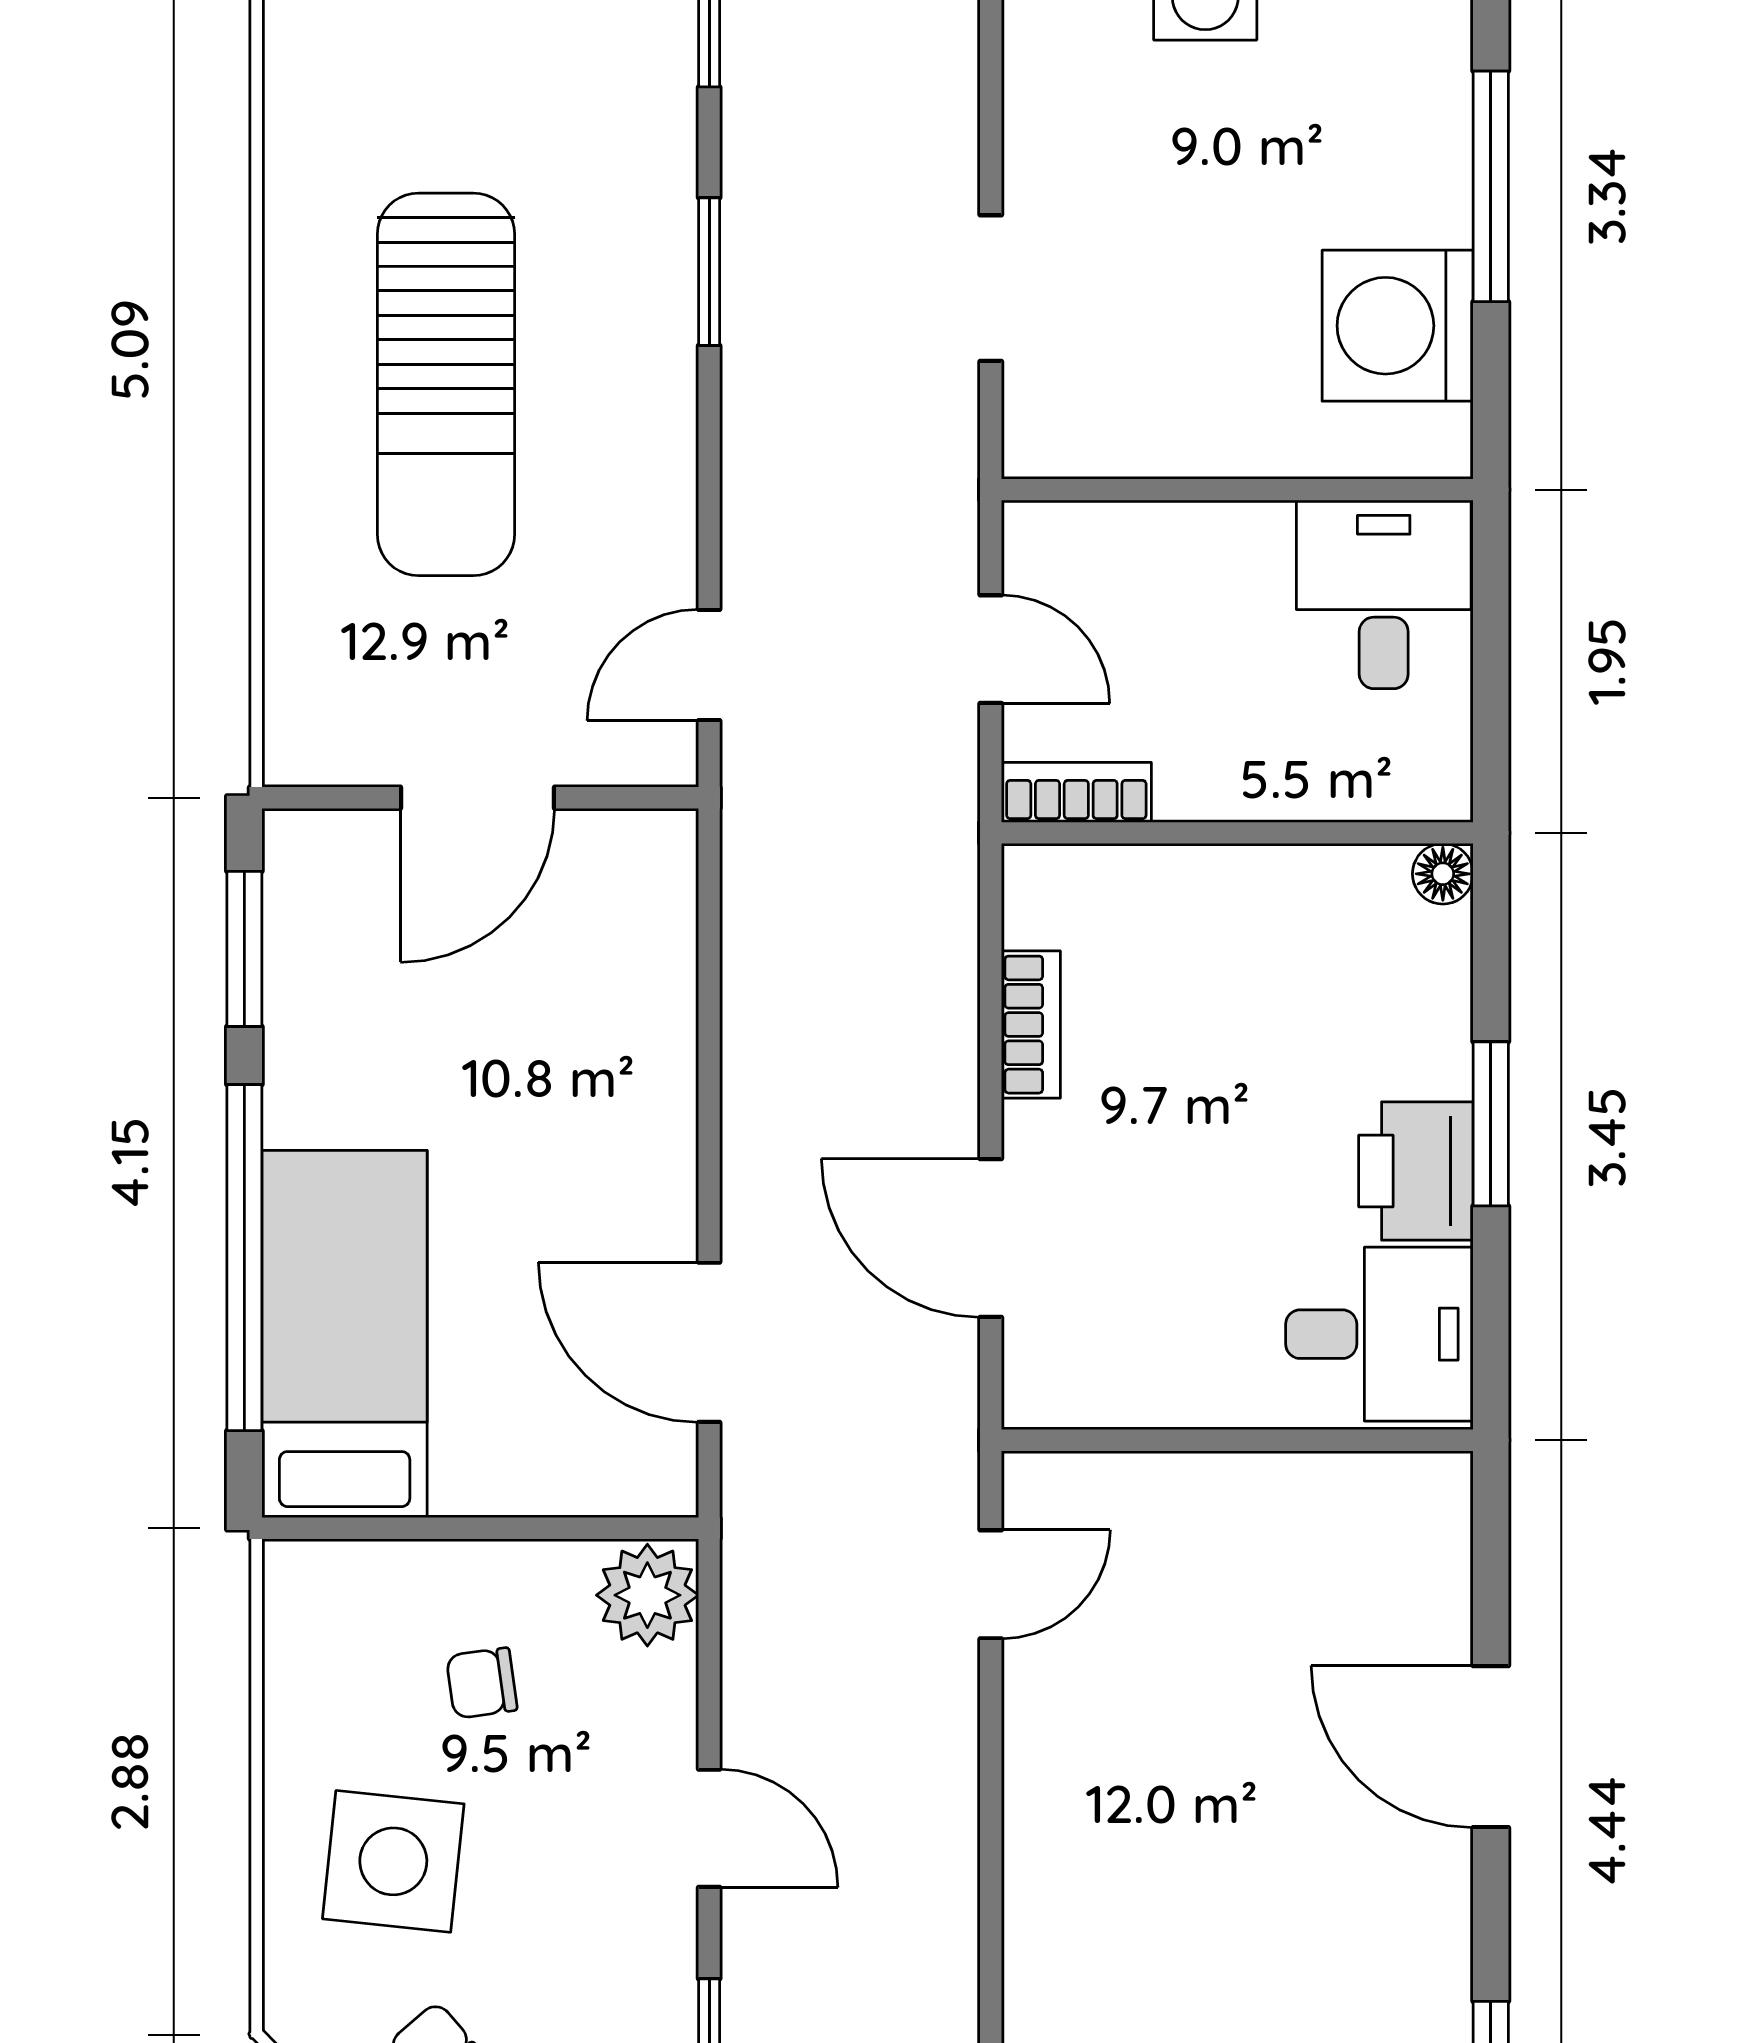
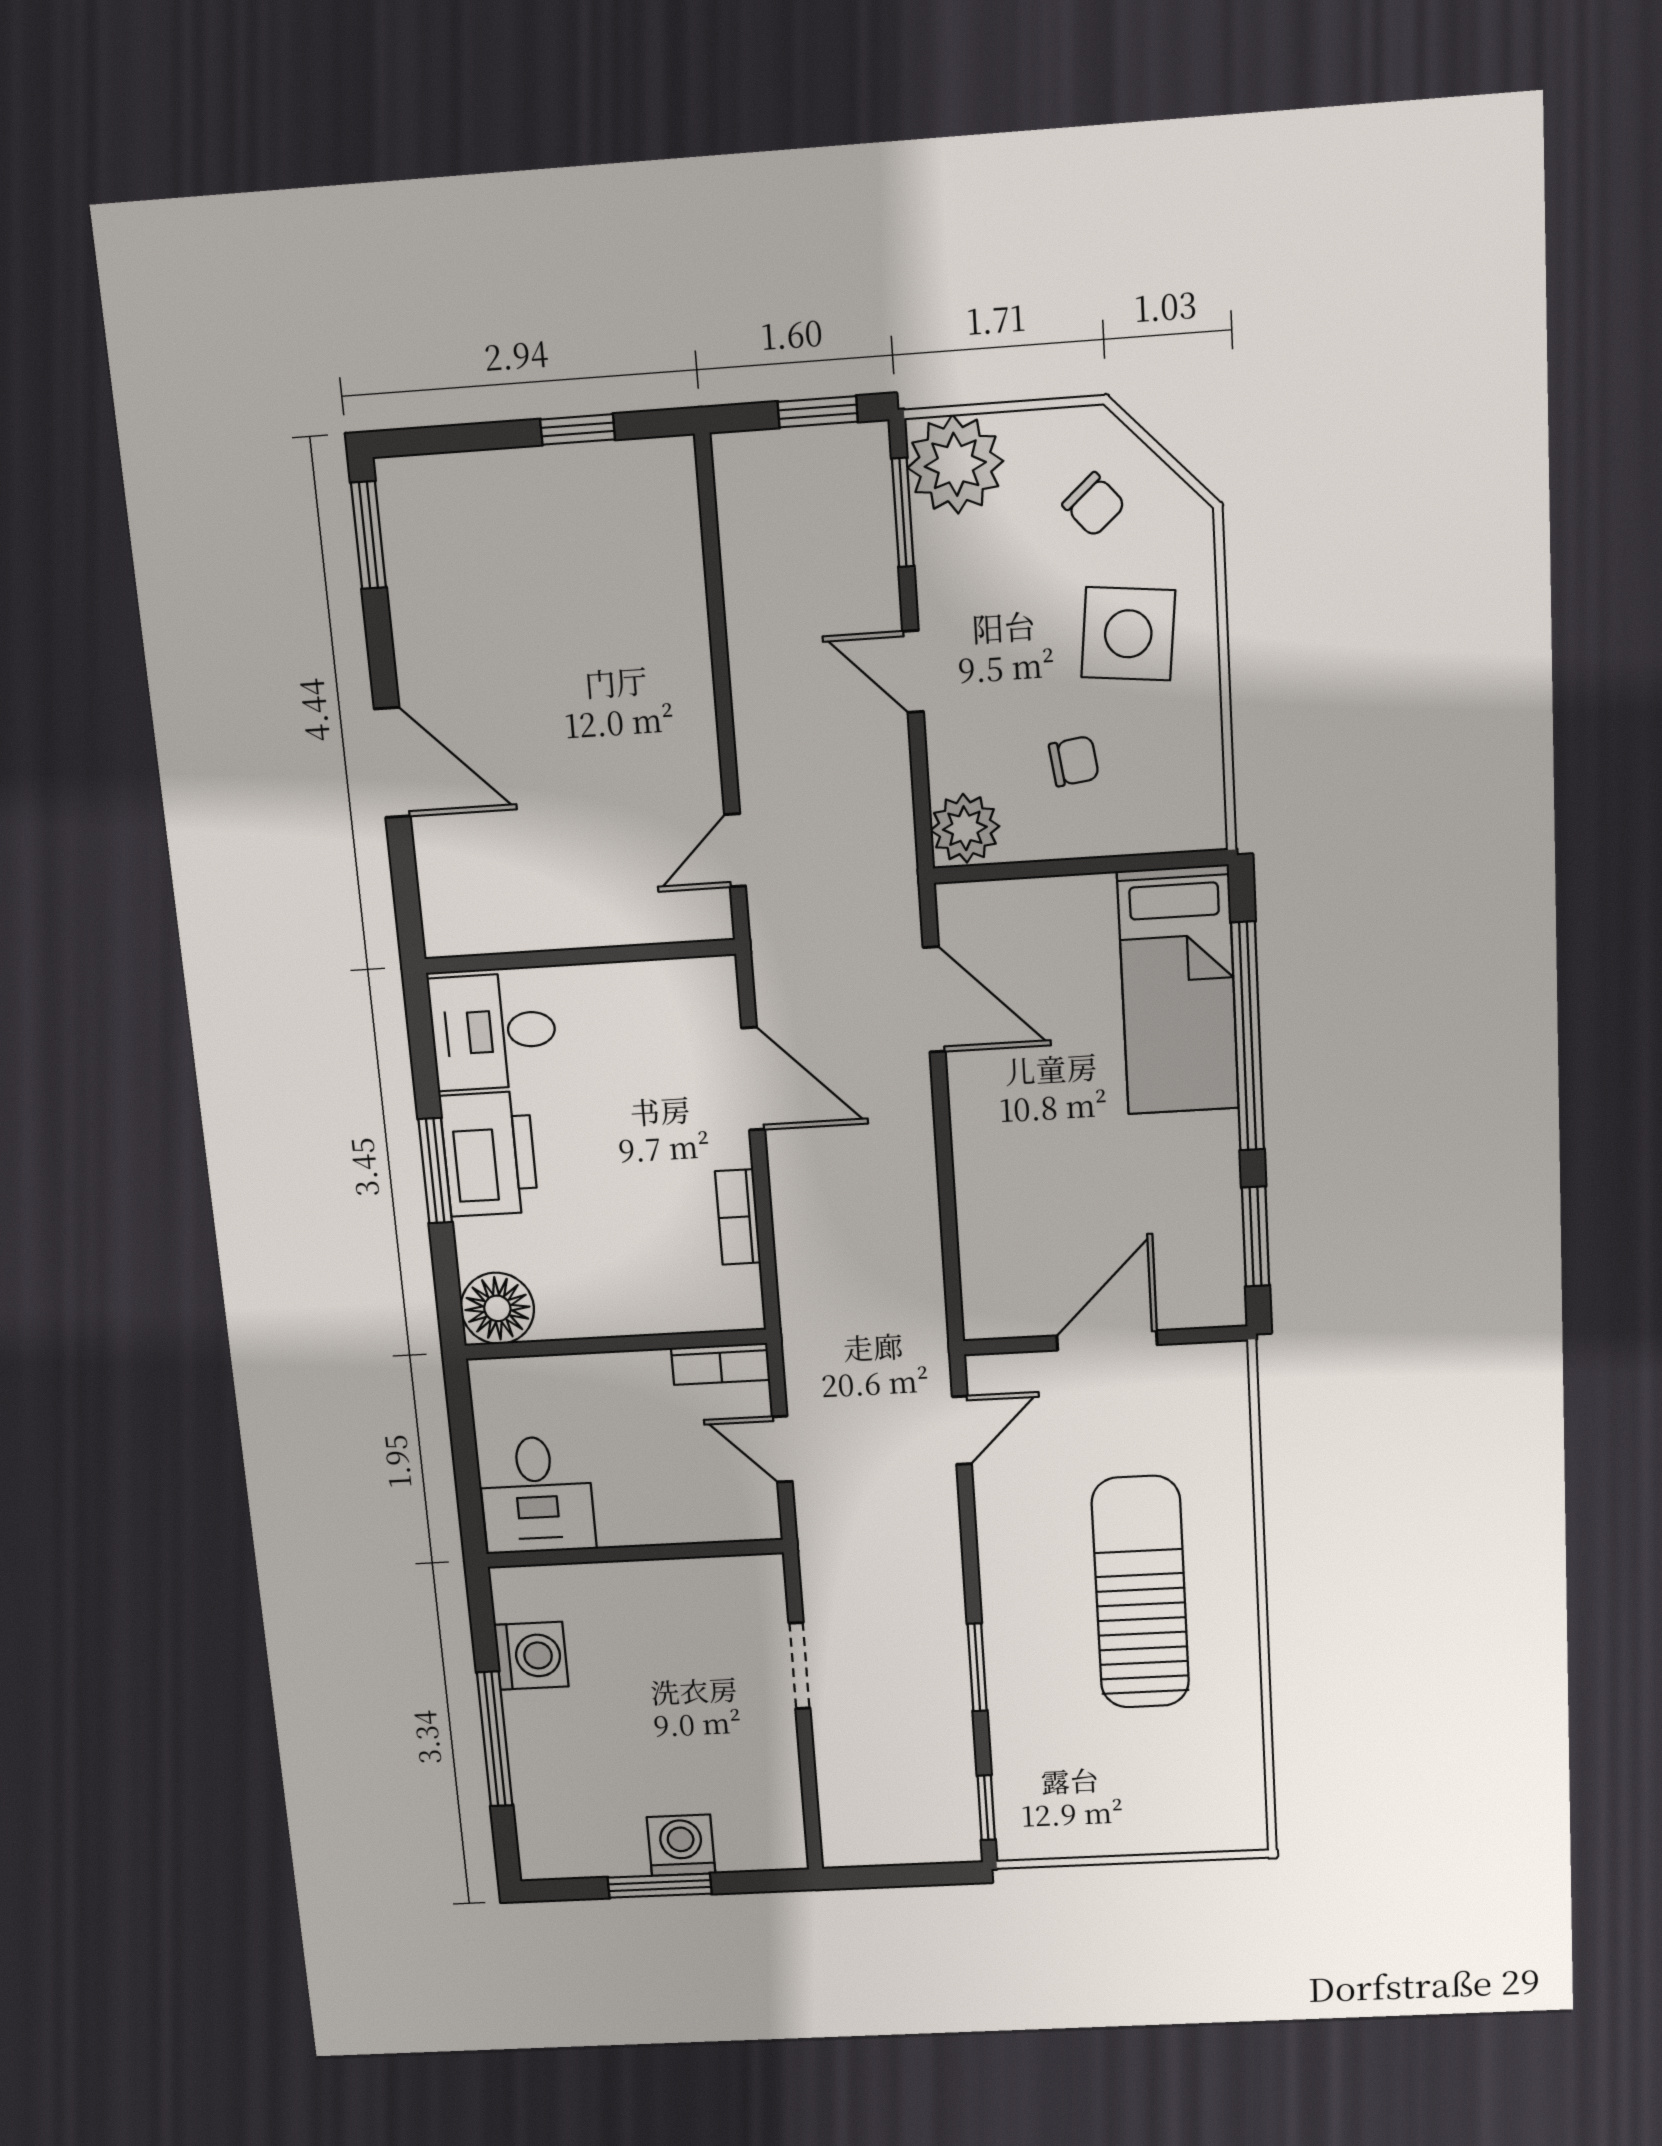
washing machine: (1398, 326) -> (531, 1656), width x0.73, depth x0.73
floor lamp: (1443, 874) -> (497, 1308), width x1.89, depth x1.89
printer: (1416, 1171) -> (489, 1154), width x1.37, depth x1.19

